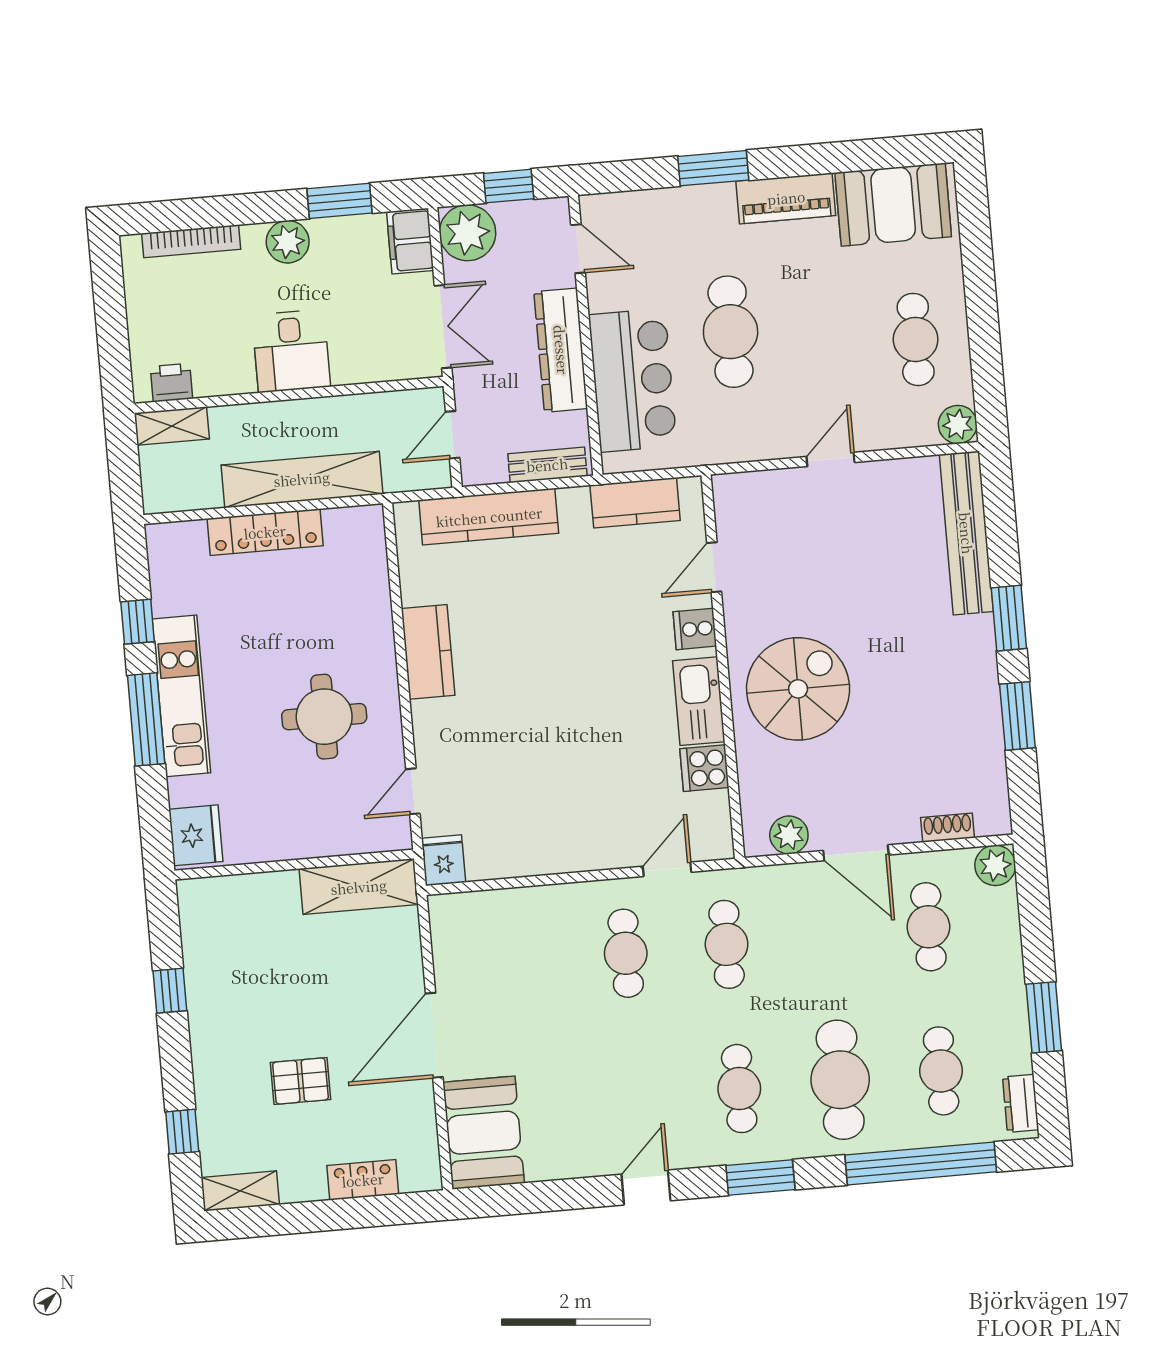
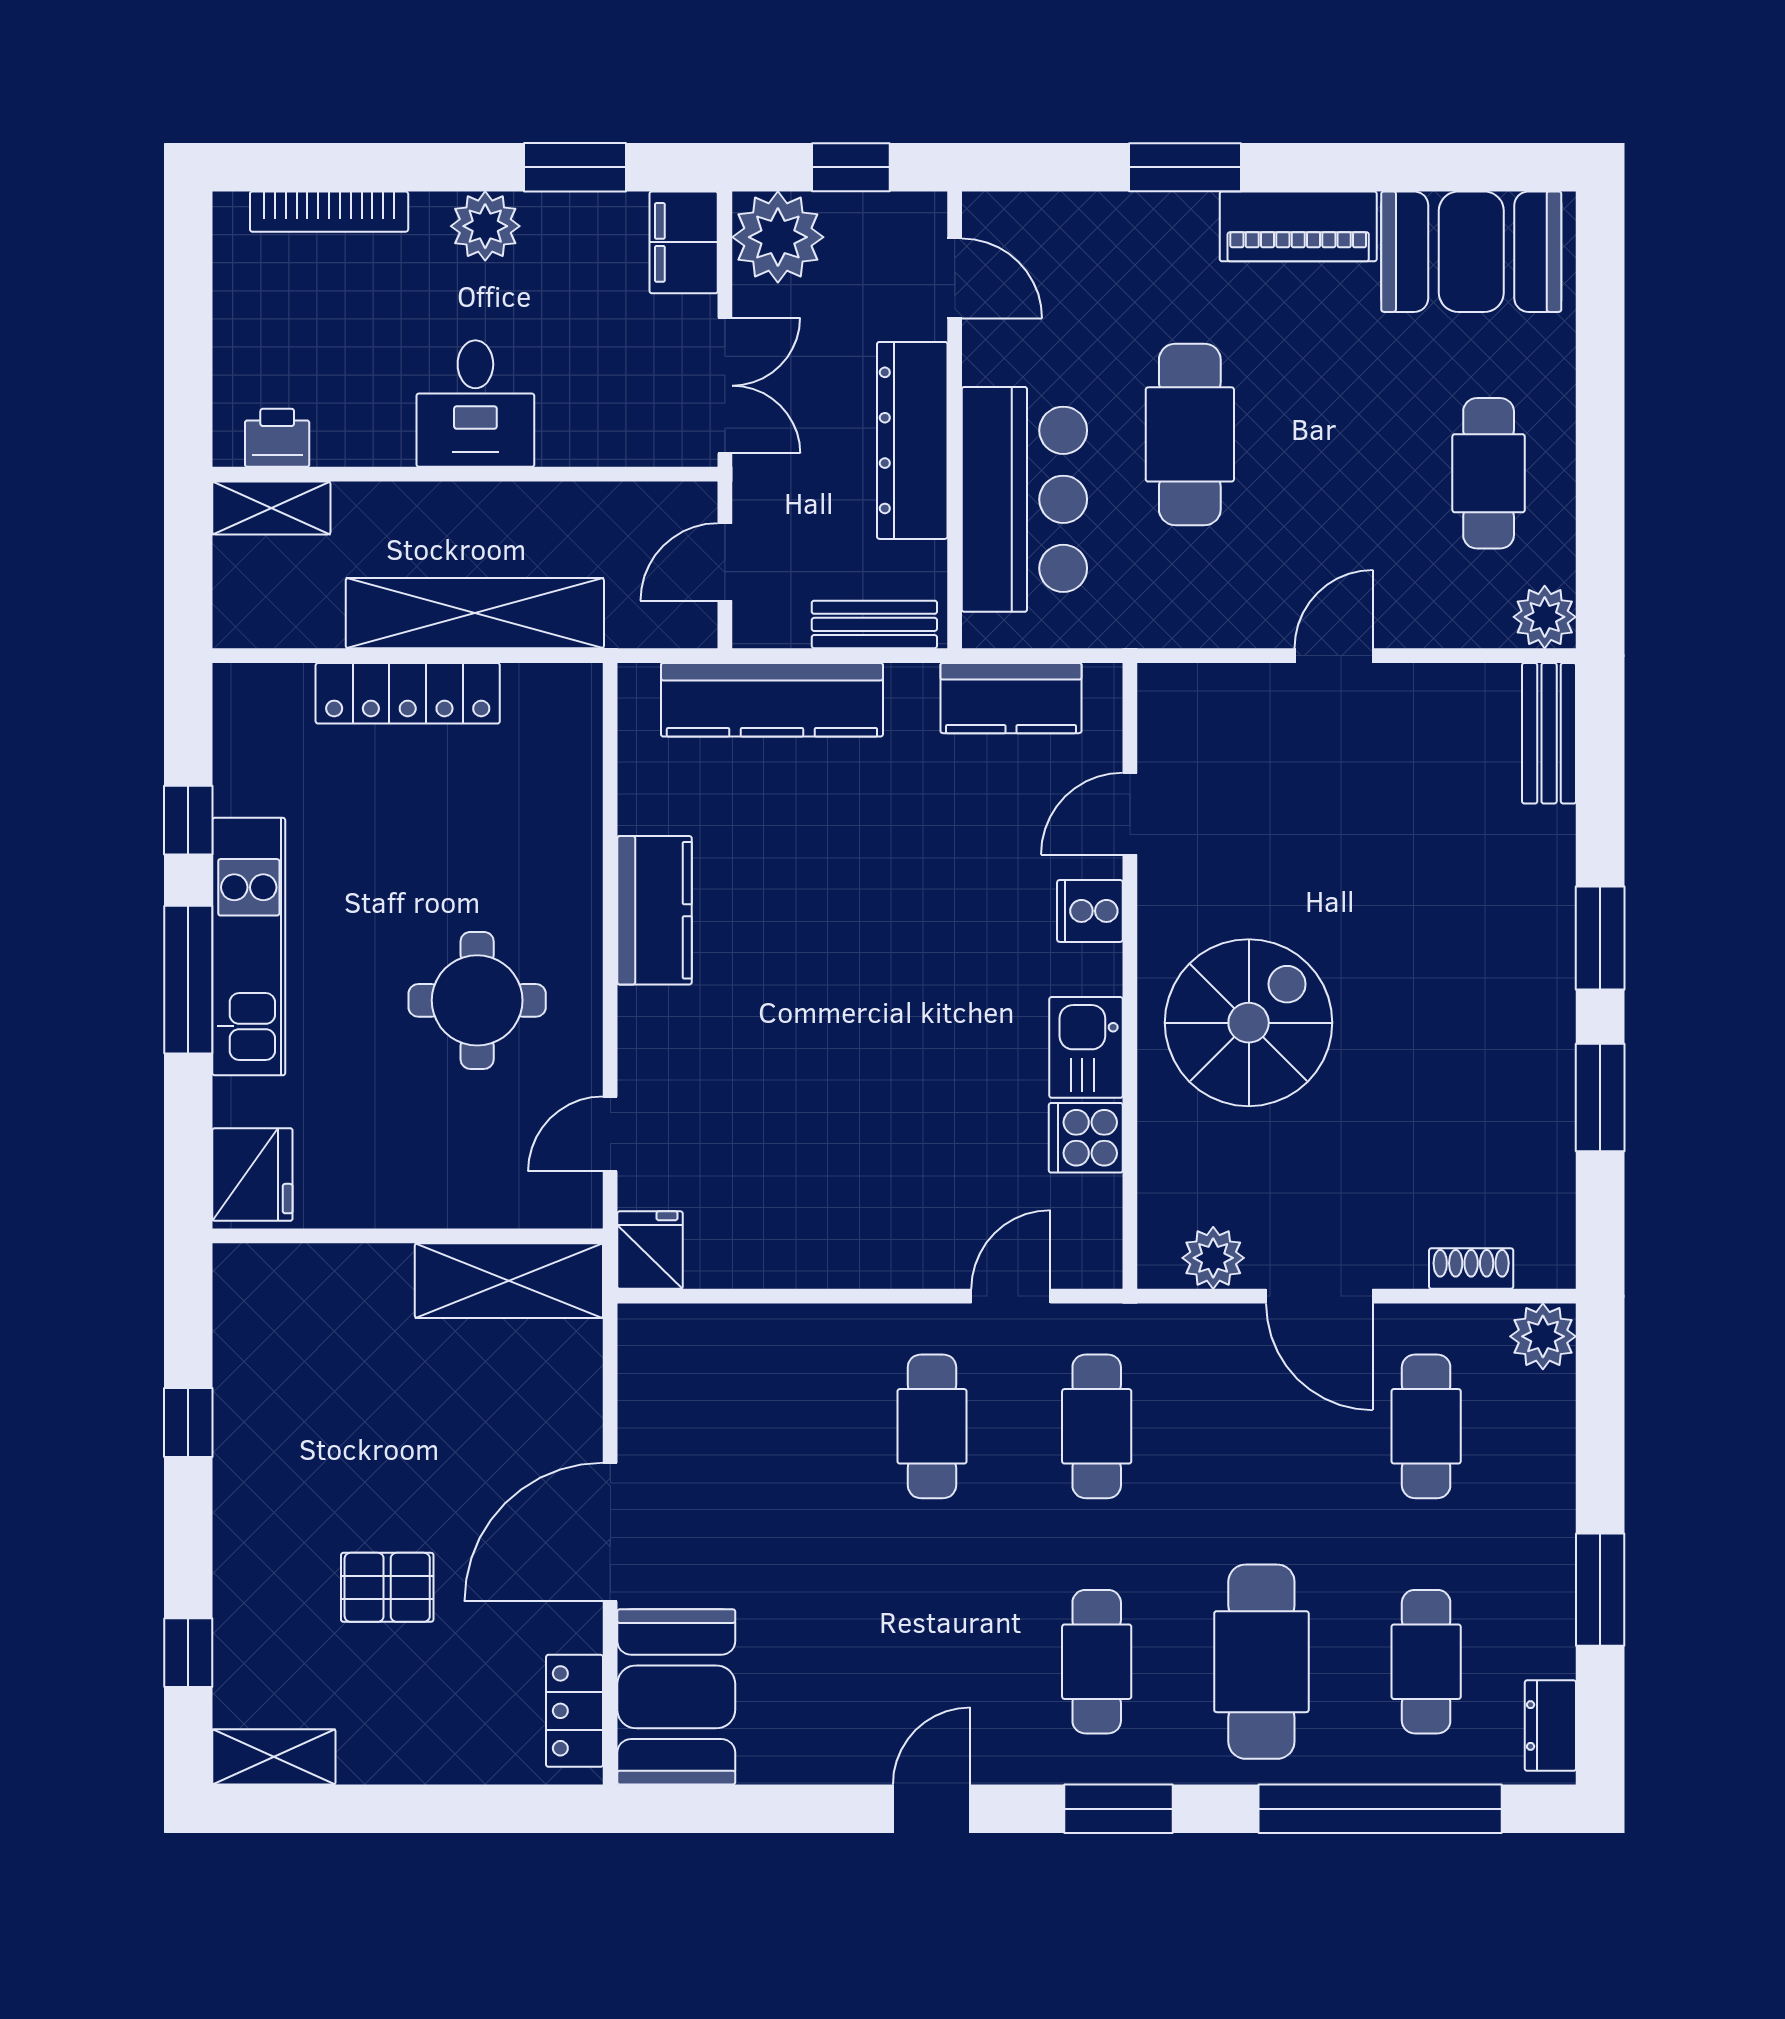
bench: (966, 533) -> (1549, 733), width x0.54, depth x0.82
kitchen sink: (699, 701) -> (1086, 1047), width x0.73
locker: (363, 1180) -> (575, 1711), moved, turned -90

